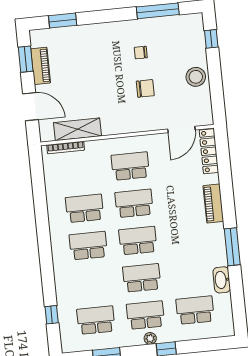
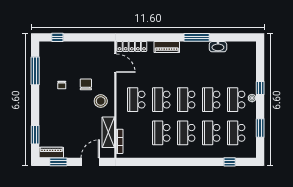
piano: (41, 66) -> (51, 152), moved
stool: (196, 77) -> (101, 101), moved
school desk: (195, 310) -> (211, 133), moved

